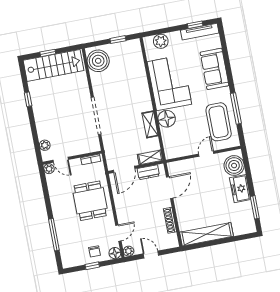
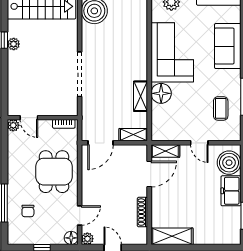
coffee table: (219, 122) -> (221, 108), width x0.54, depth x0.58
plant: (45, 145) -> (14, 44), moved
door: (206, 154) -> (199, 143), swing flipped
shelving: (179, 166) -> (165, 151), added
dresser: (148, 172) -> (128, 151), removed
shelving: (207, 234) -> (172, 236), width x0.68
chair: (95, 251) -> (28, 211), moved

